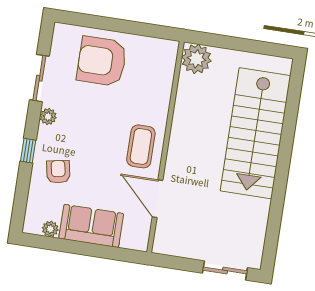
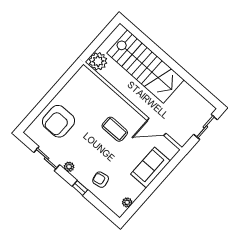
plant: (196, 59) -> (98, 61), moved
wall: (165, 147) -> (133, 106), moved
door: (157, 199) -> (156, 127), moved
sofa: (91, 226) -> (151, 167), moved

